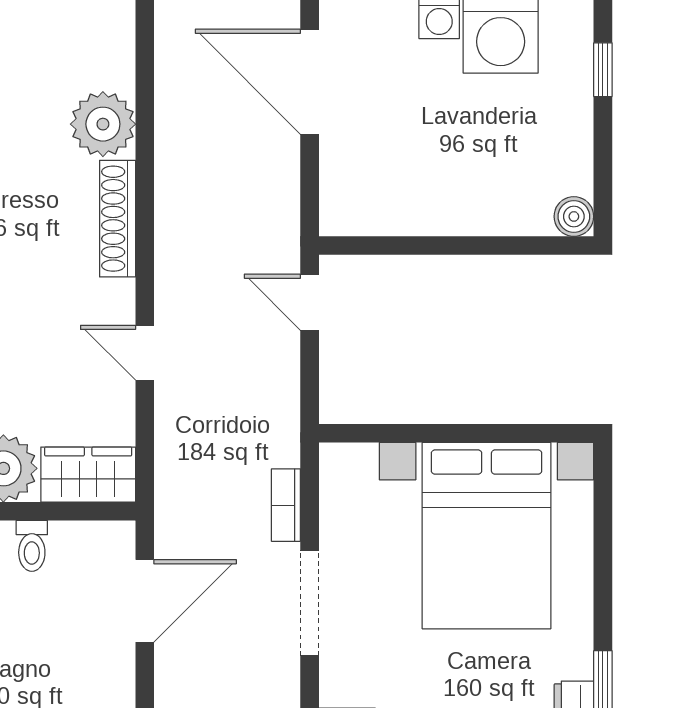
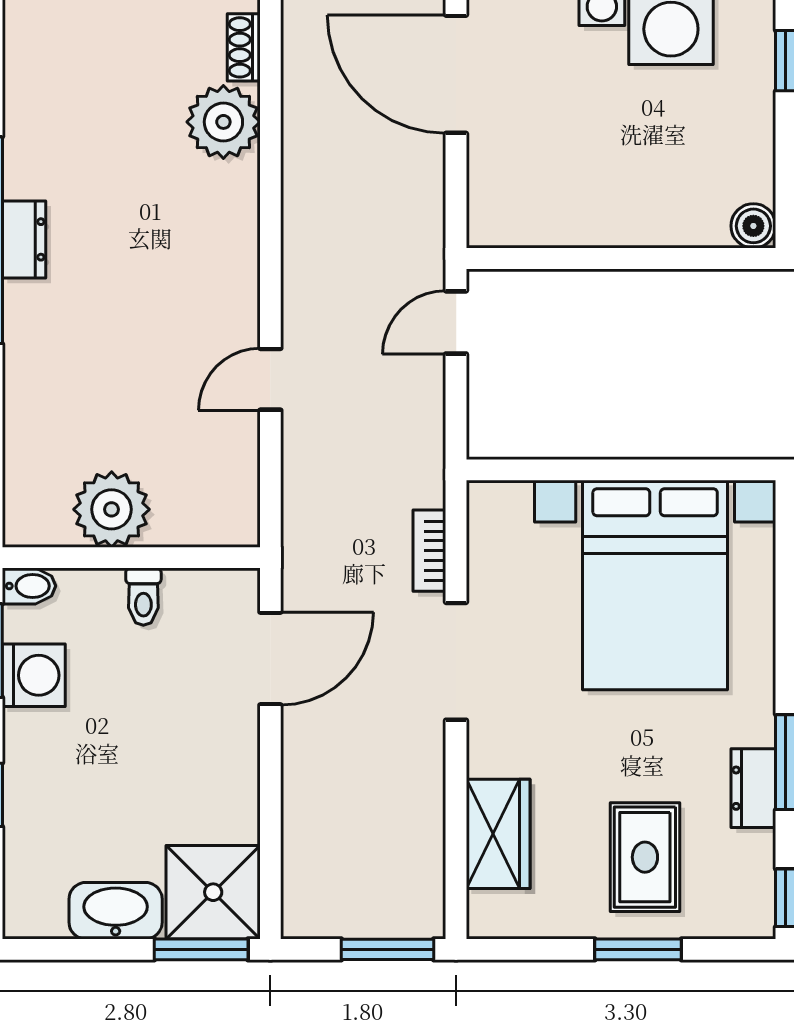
shoe rack: (118, 219) -> (244, 47), moved, width x0.51, depth x0.81
door: (310, 302) -> (456, 322), hinge flipped
door: (145, 353) -> (270, 379), hinge flipped
wardrobe: (88, 475) -> (207, 516), removed

